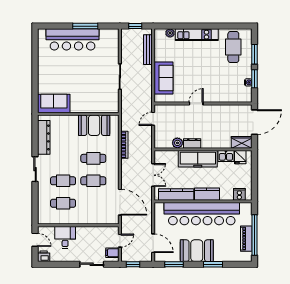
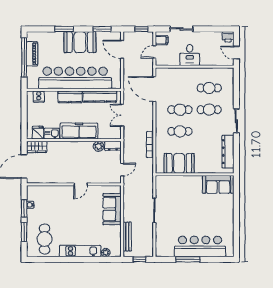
dresser: (192, 143) -> (113, 146), moved
desk: (65, 237) -> (190, 55), moved

